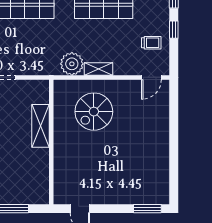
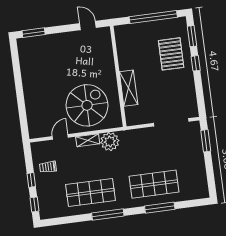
door: (151, 77) -> (60, 137), moved
spiral stairs: (94, 112) -> (87, 105), width x1.37, depth x1.37

